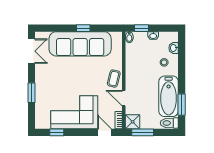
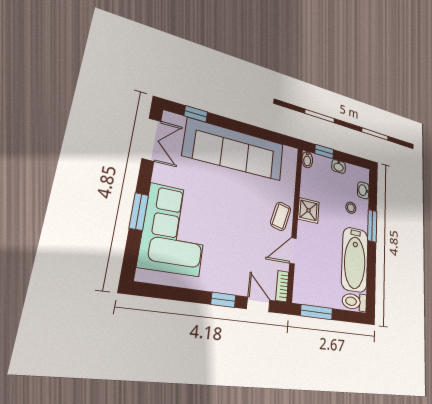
window: (83, 28) -> (196, 114), moved
door: (124, 98) -> (293, 251), hinge flipped
window: (182, 105) -> (372, 226), moved
corner sofa: (74, 112) -> (175, 230), moved, turned 90
shower: (133, 122) -> (308, 210), moved
window: (57, 132) -> (223, 300), moved

